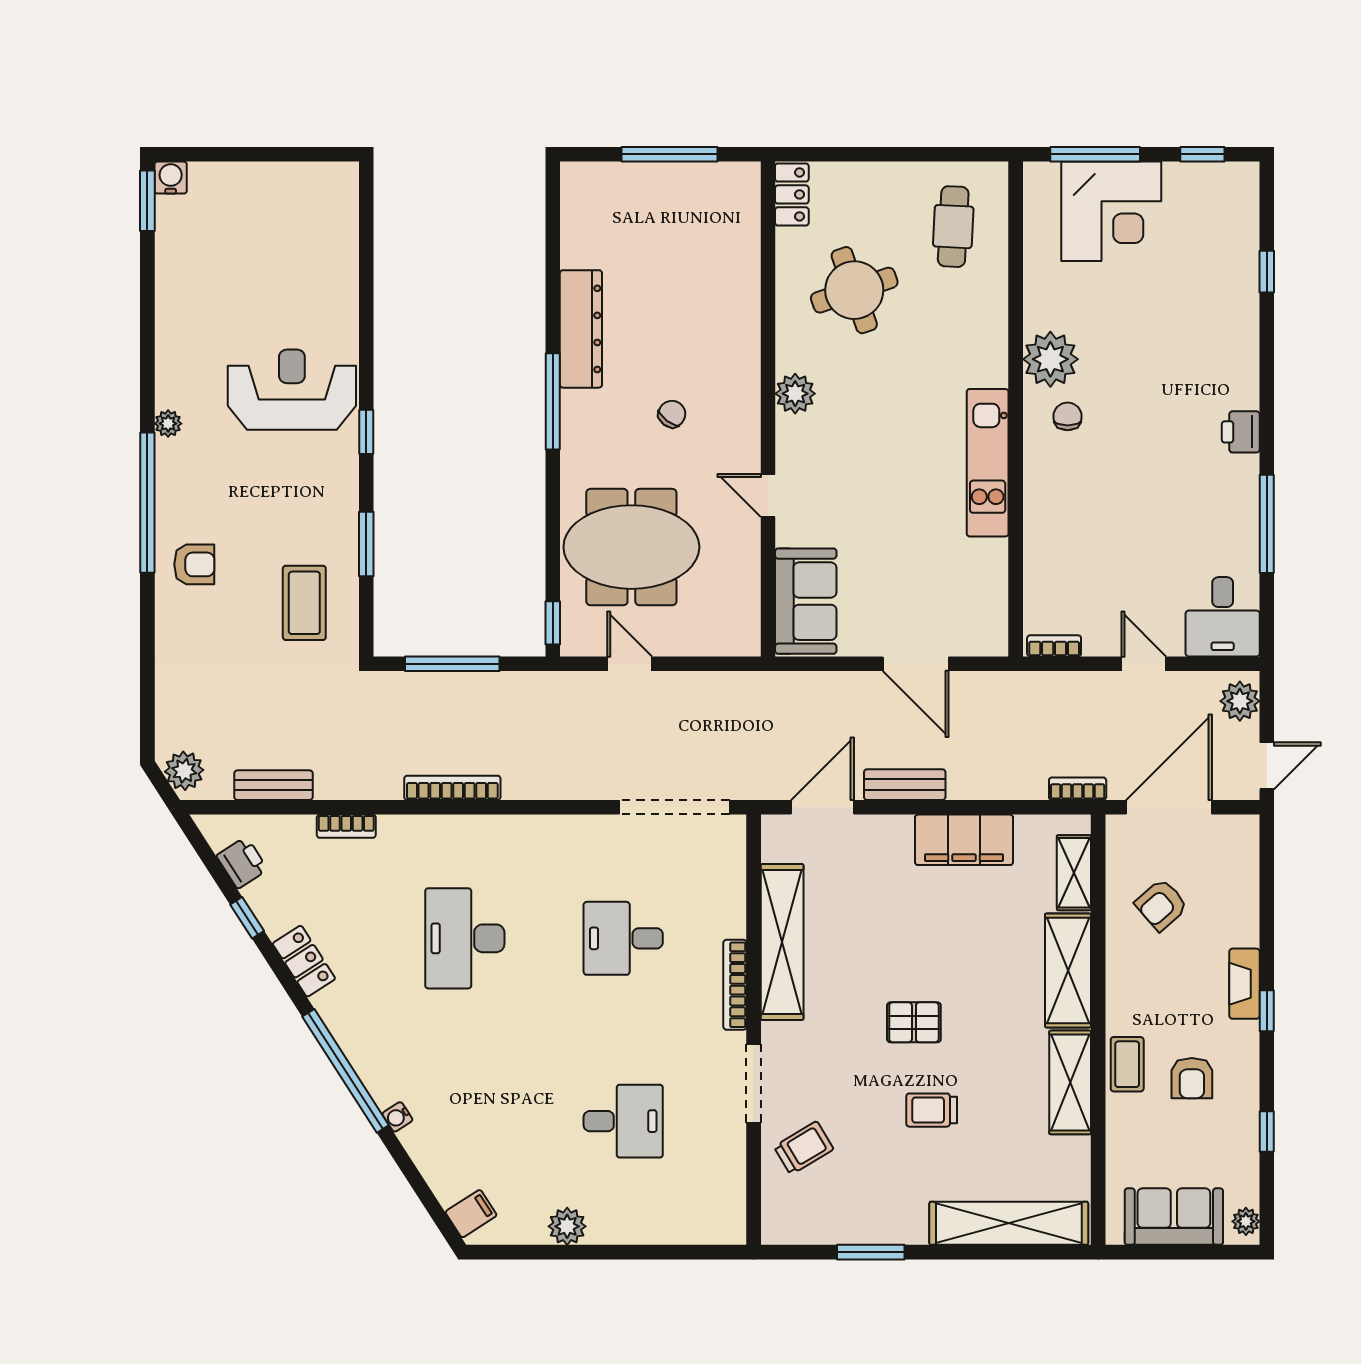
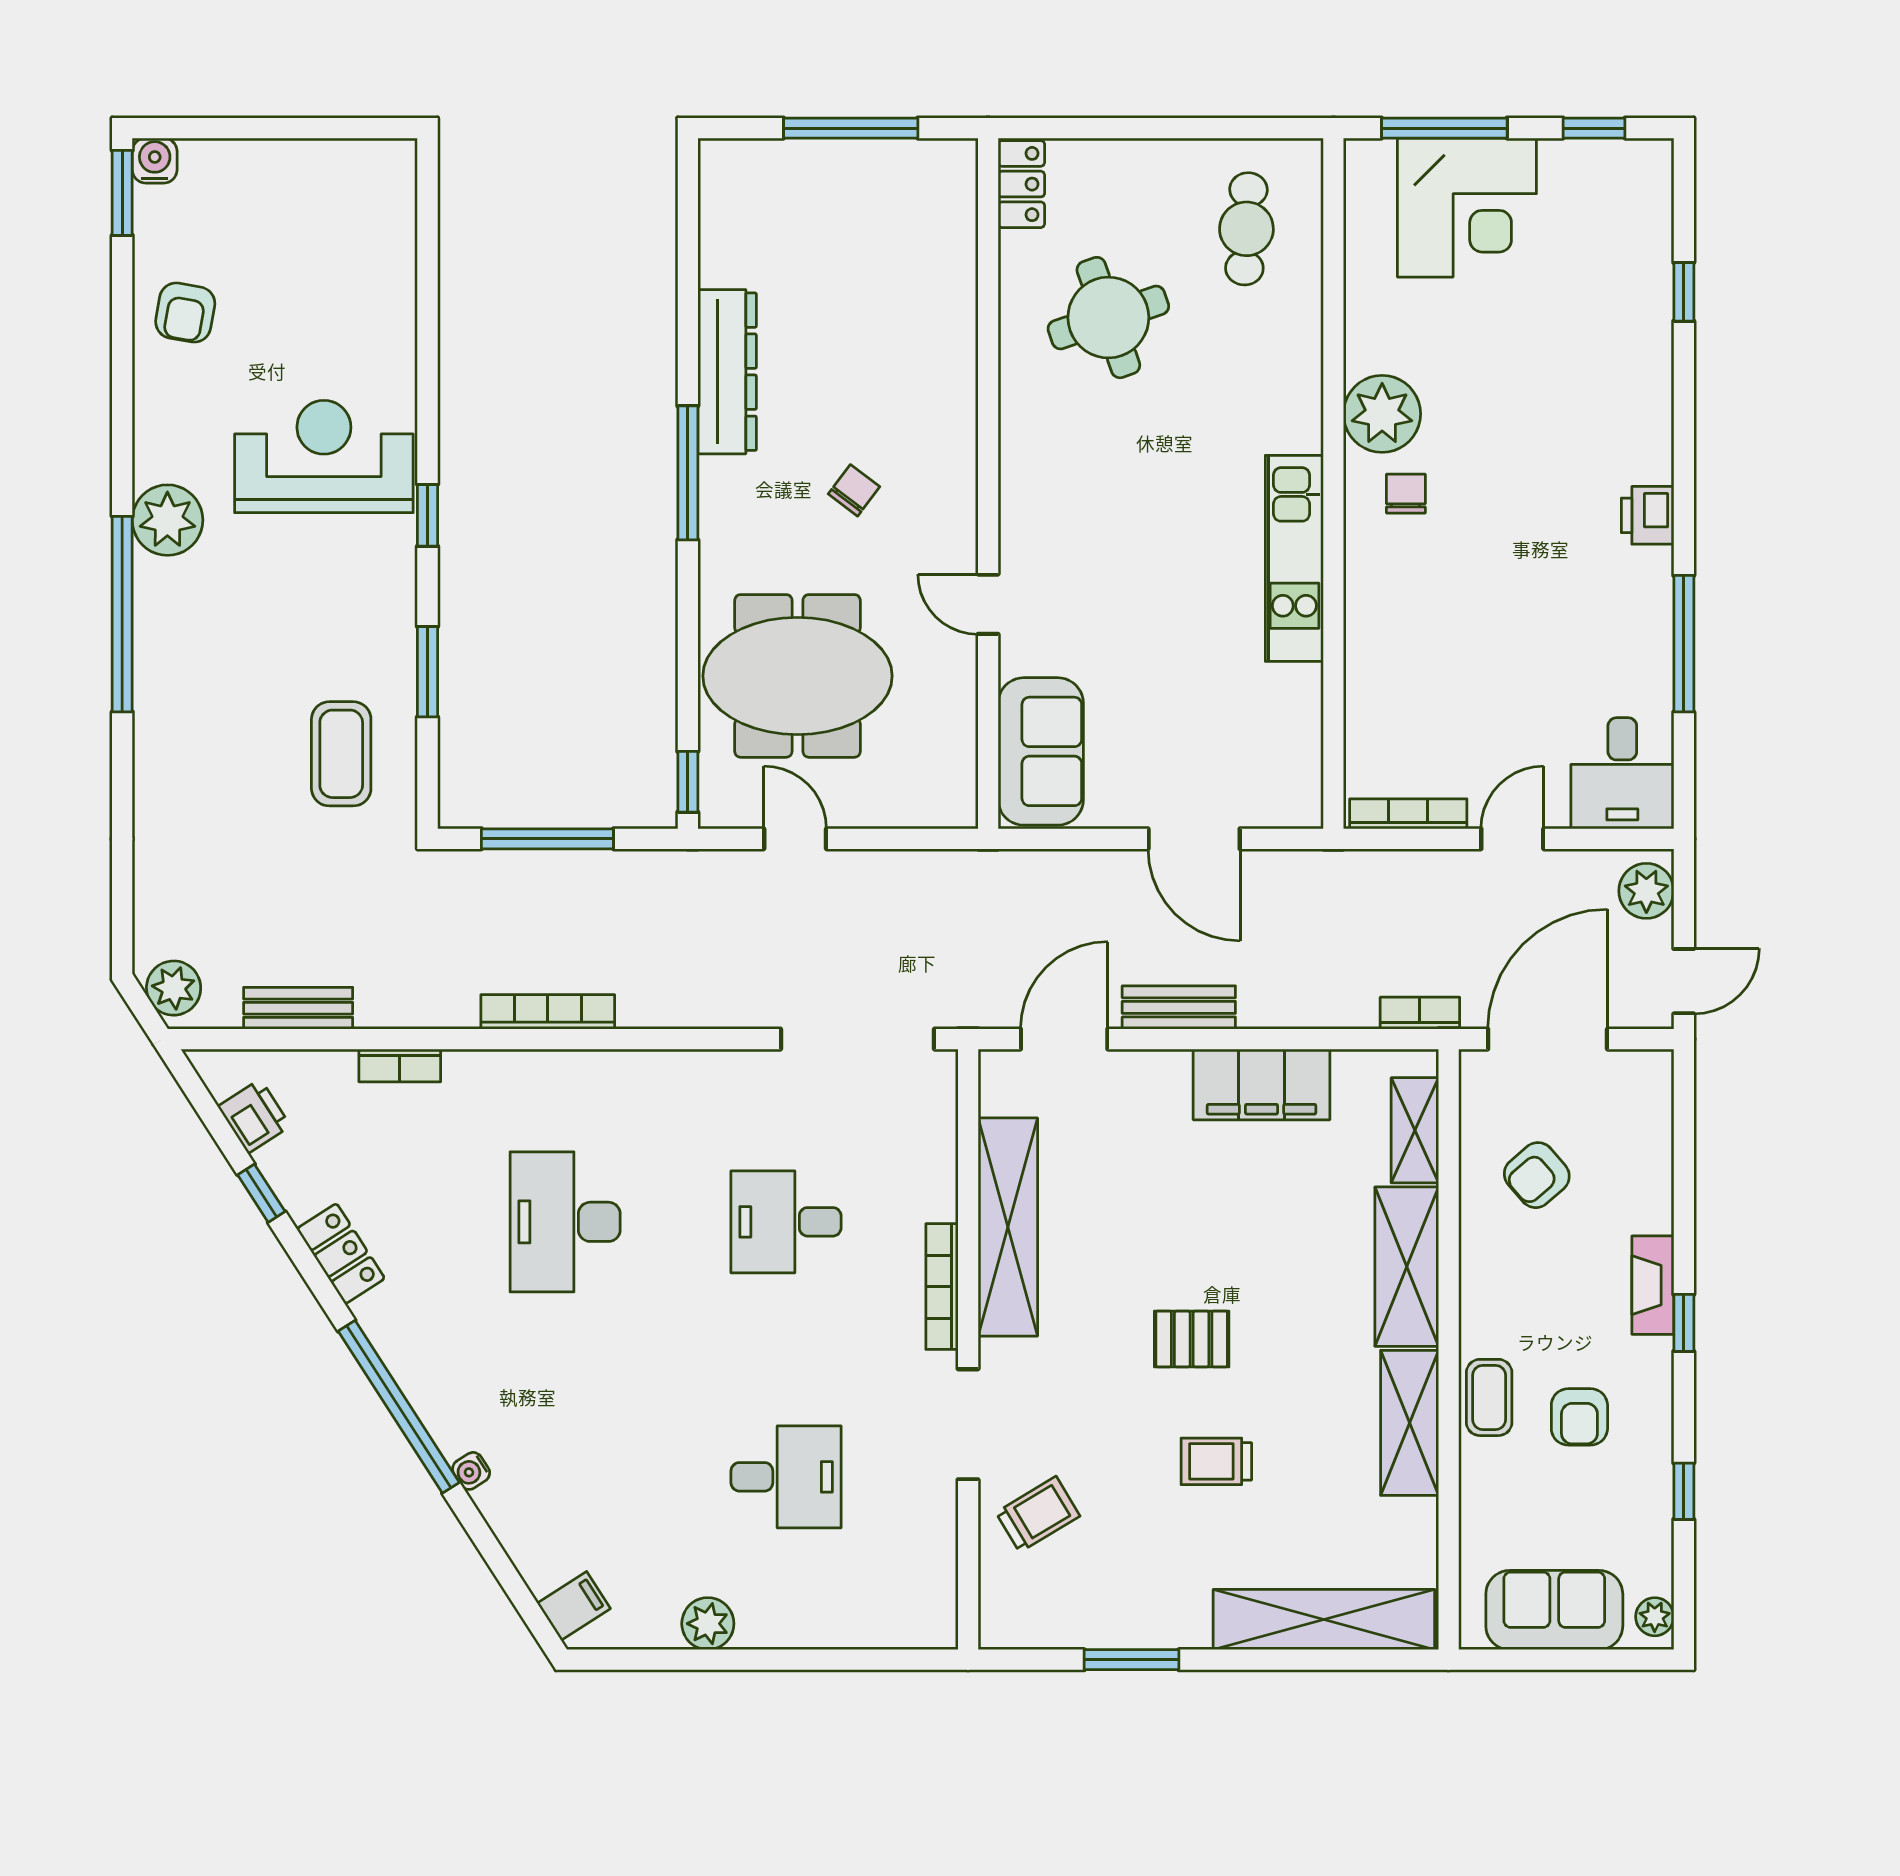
plant: (795, 394) -> (1026, 462), removed
plant: (168, 424) -> (167, 520), width x1.88, depth x1.88
armchair: (194, 564) -> (185, 313), moved, turned 100
bookcase: (1054, 646) -> (1408, 814), width x1.56
door: (1144, 664) -> (1512, 839), hinge flipped

